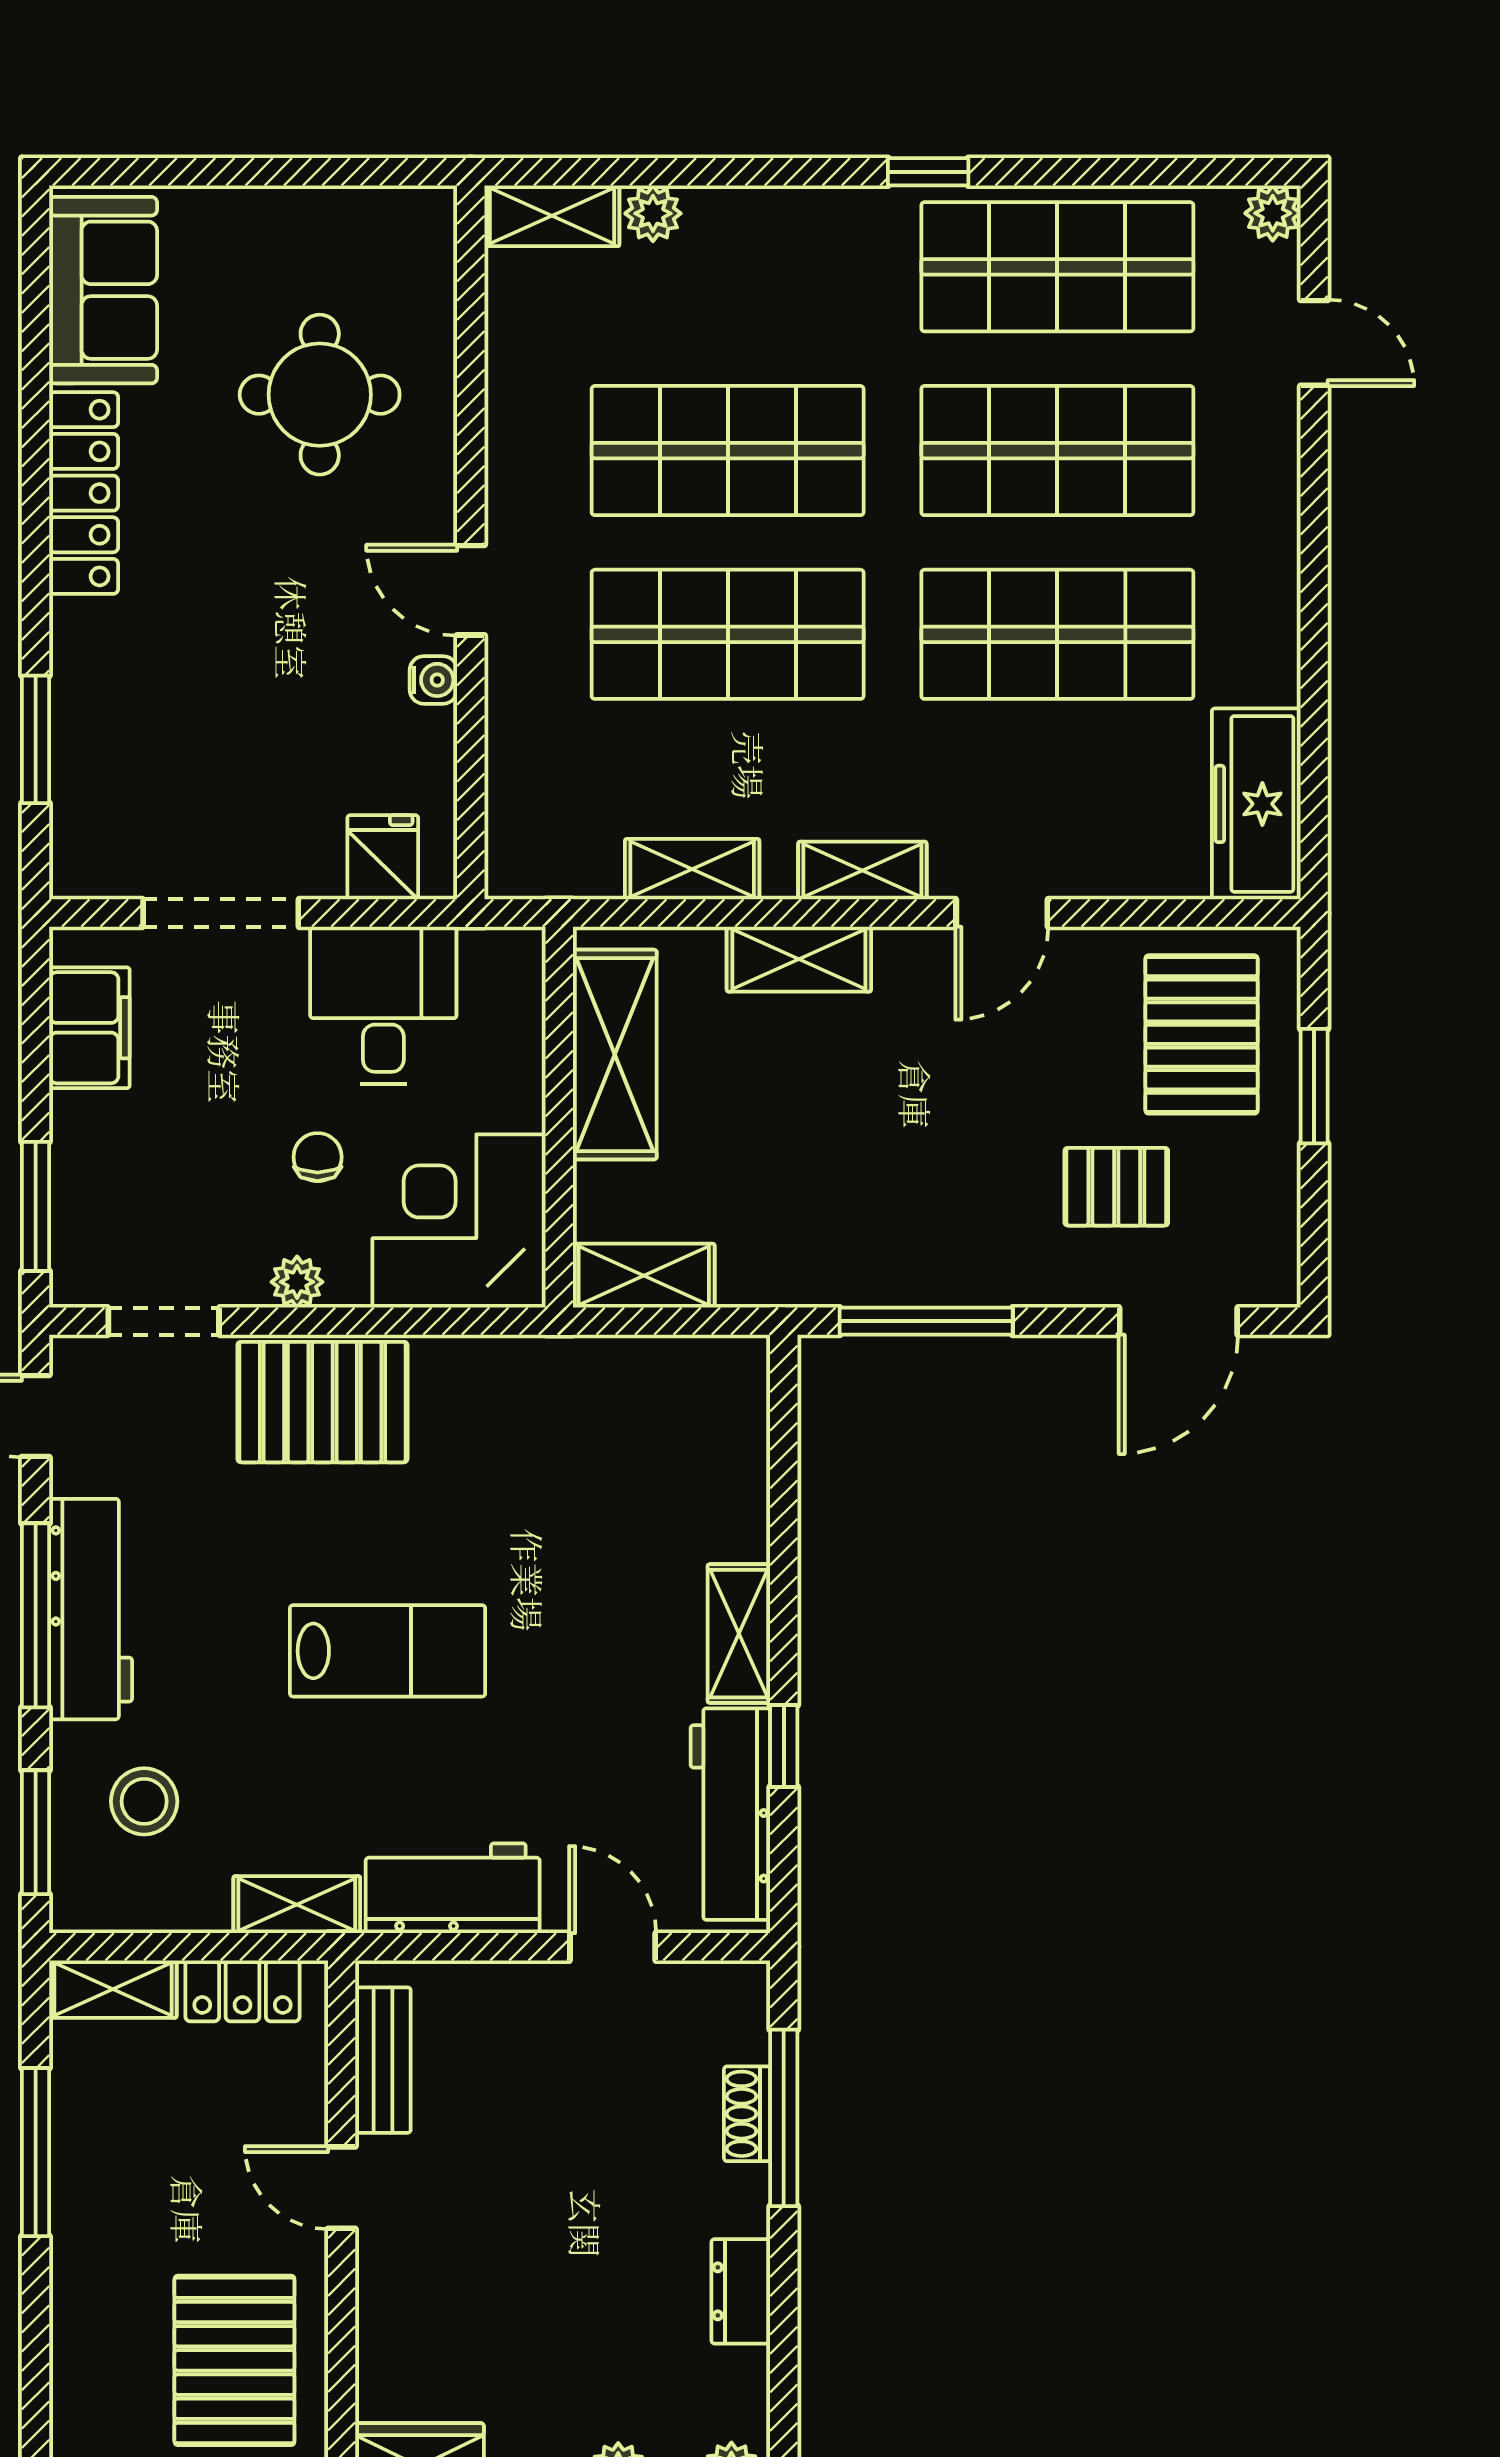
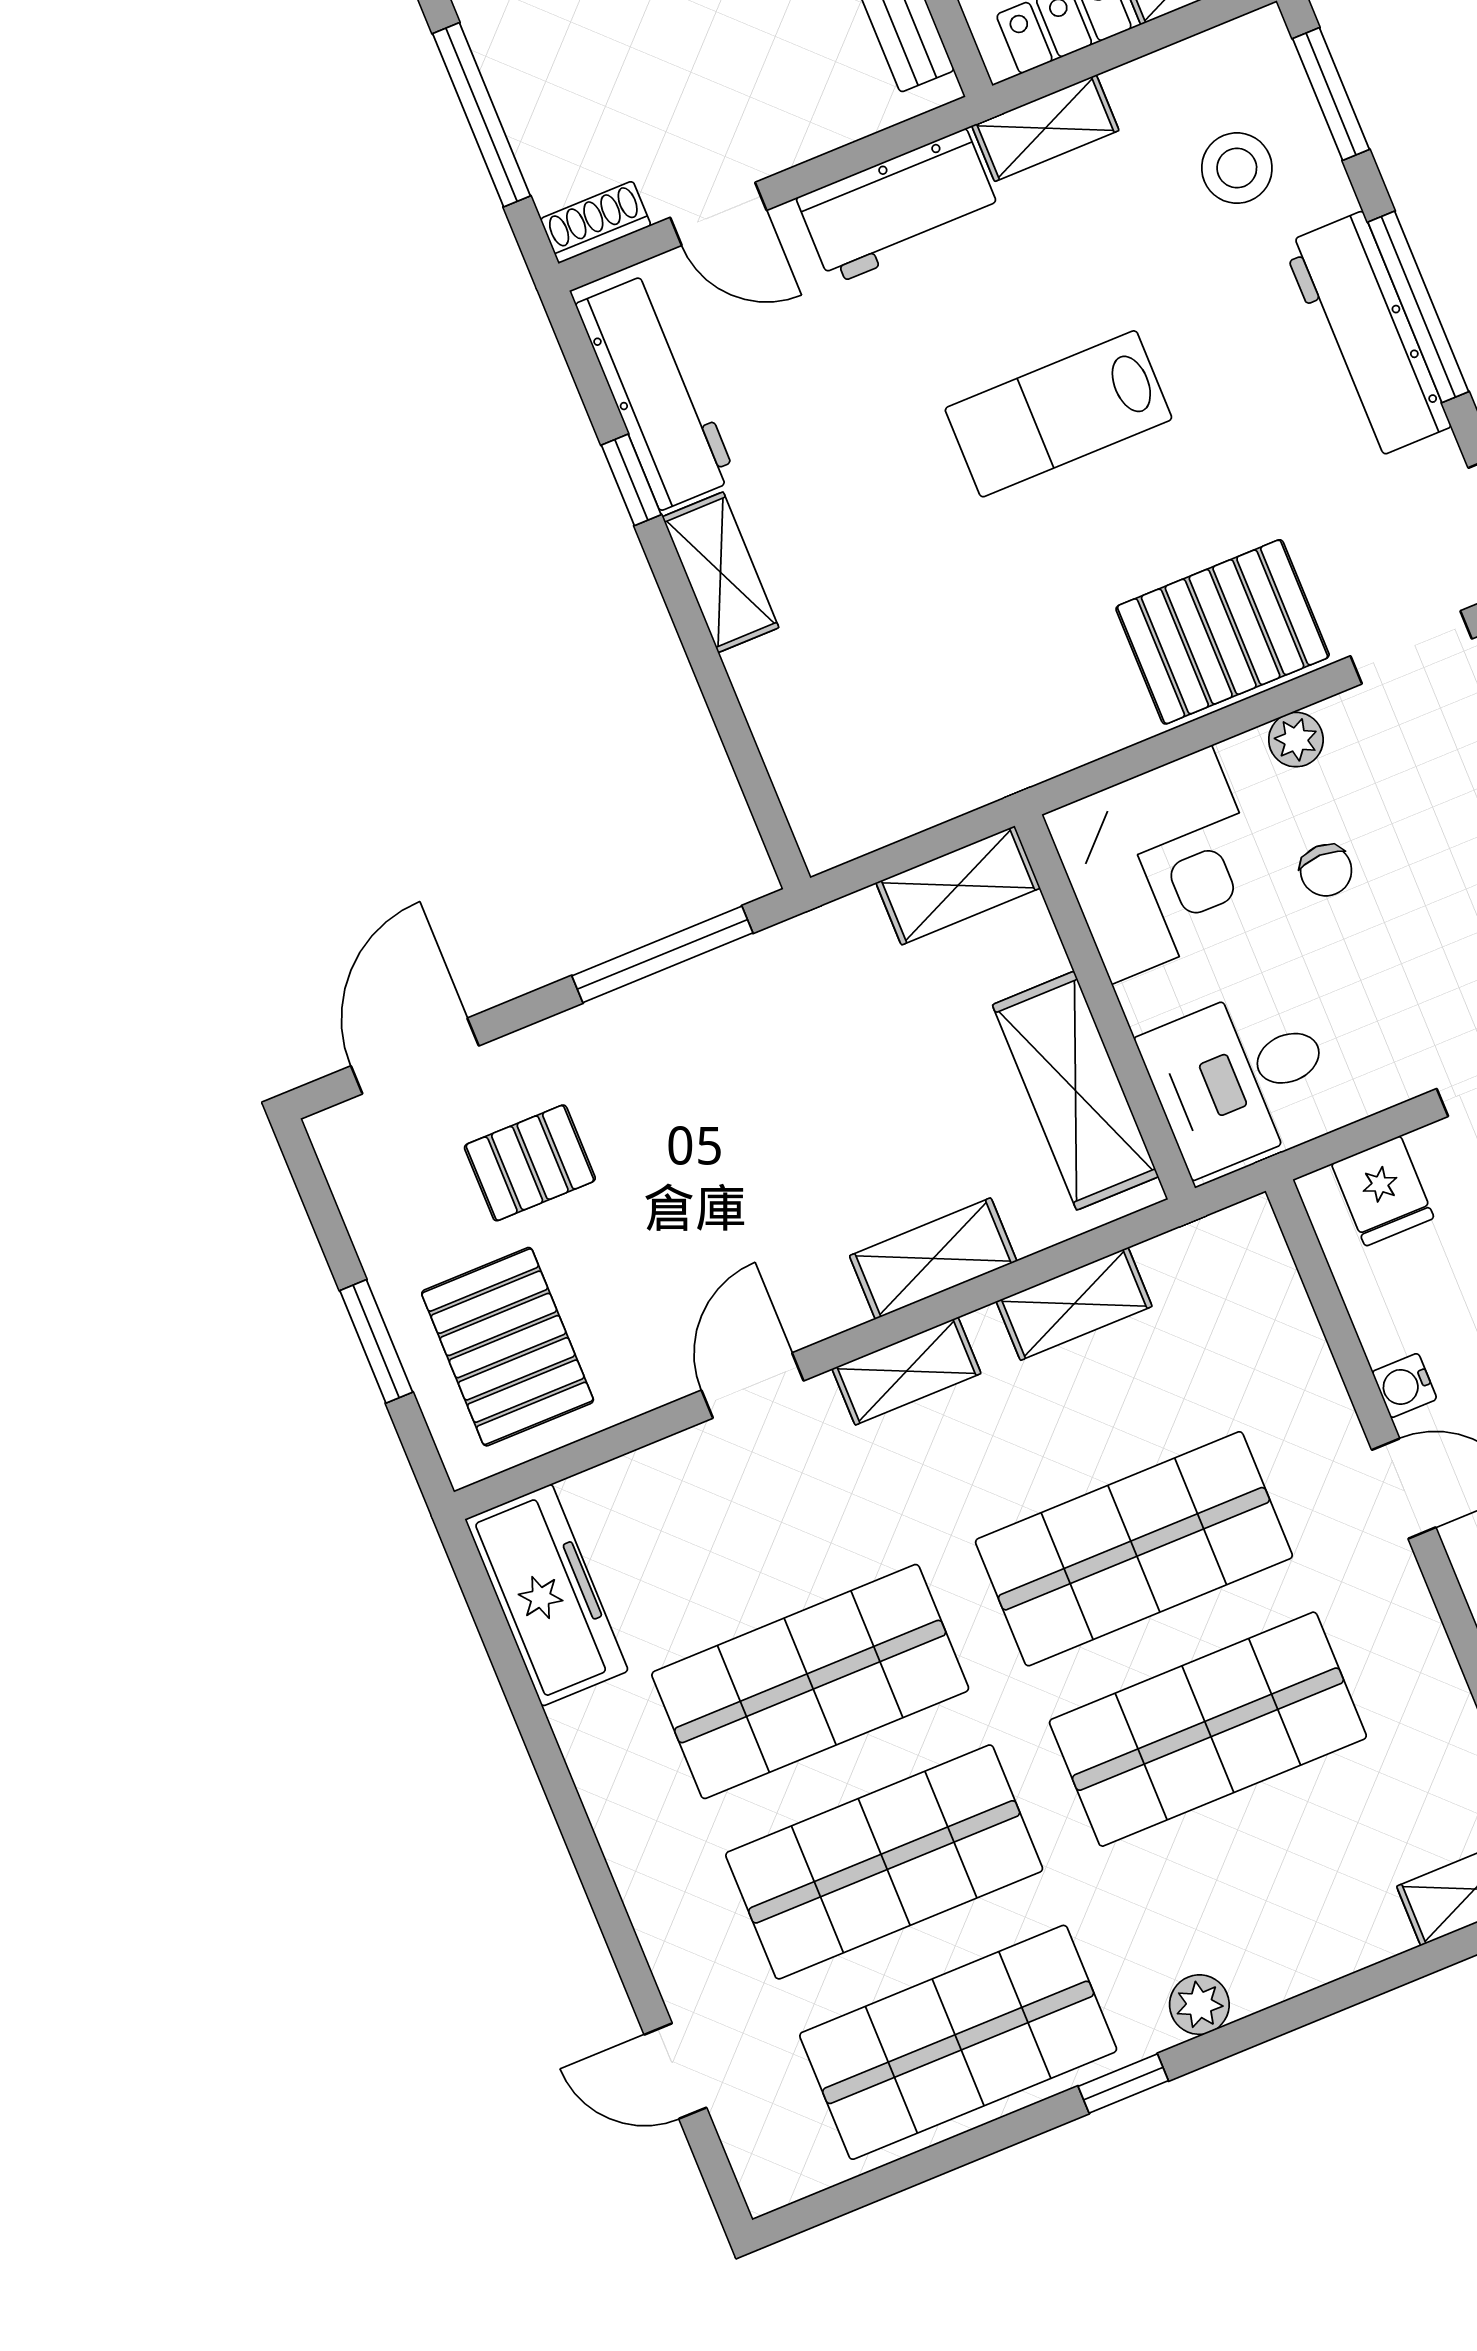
plant: (653, 213) -> (1199, 2005), moved
plant: (1273, 213) -> (768, 2182), removed
desk: (383, 1006) -> (1240, 1078), moved, turned 90
shoe rack: (747, 2114) -> (596, 222), moved, turned -90

